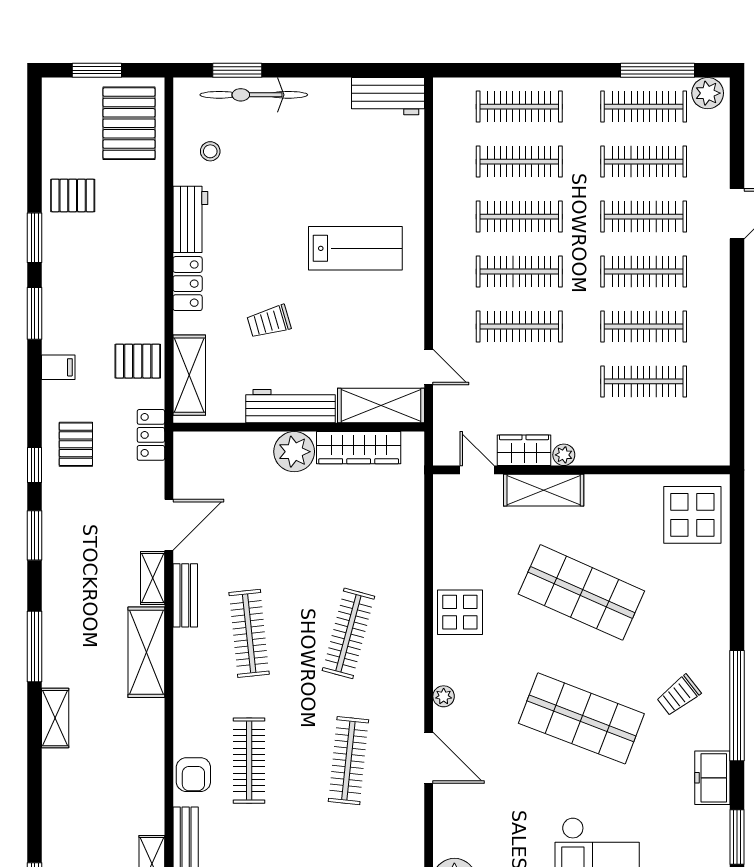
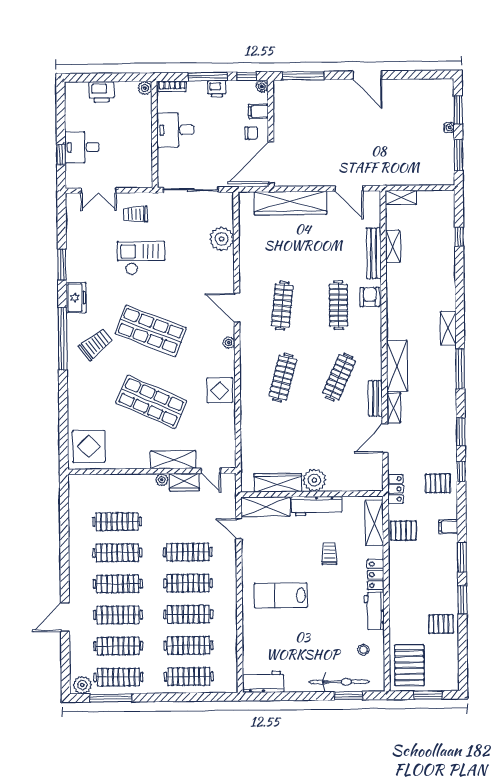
trolley: (269, 322) -> (329, 554), turned -74
pallet: (76, 444) -> (438, 483), turned 90
clothes rail: (249, 633) -> (339, 377), turned 30
trolley: (679, 695) -> (96, 344), width x1.36, depth x1.39

